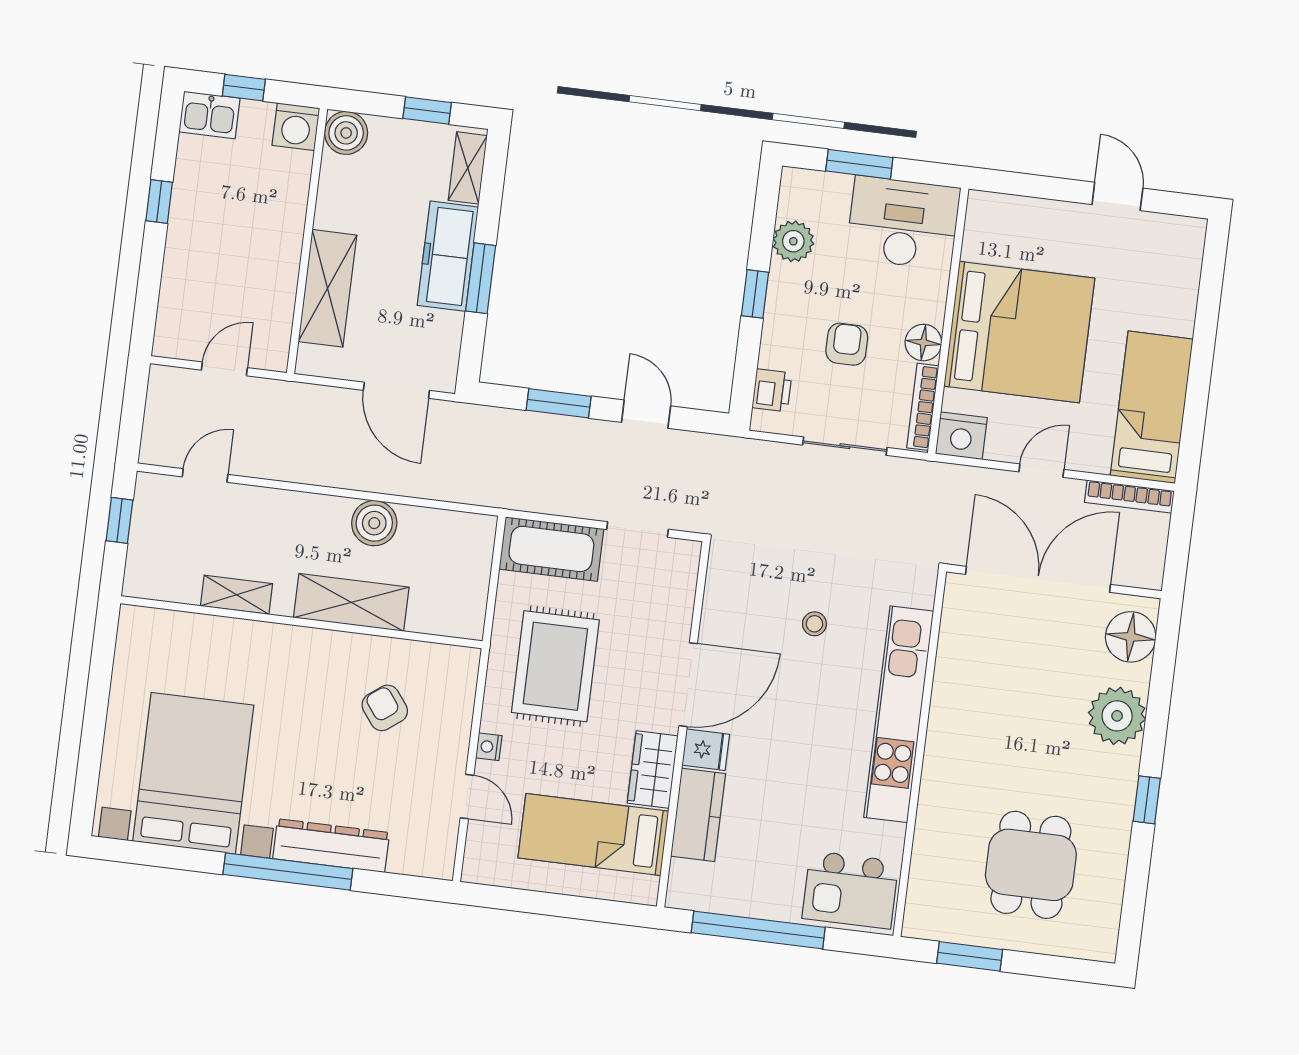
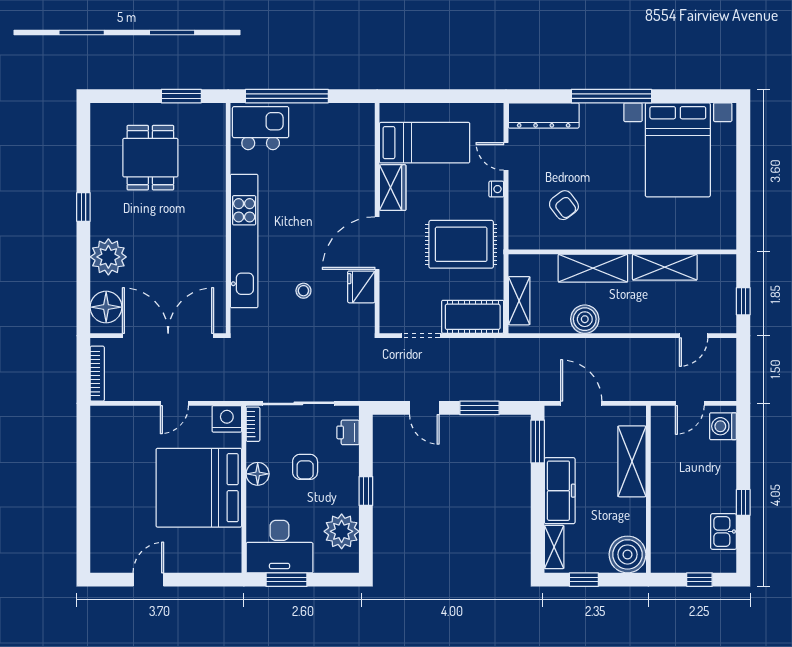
kitchen sink: (209, 115) -> (724, 531), moved, turned -90
washing machine: (296, 127) -> (723, 426), moved, turned -90
boiler: (346, 133) -> (627, 554), width x1.37, depth x1.37
window: (859, 164) -> (287, 580), moved
door: (1117, 196) -> (148, 580), swing flipped
plant: (793, 241) -> (342, 531), width x1.36, depth x1.36
window: (481, 278) -> (538, 441), moved
bookcase: (923, 407) -> (253, 424), width x0.64
bed: (1152, 407) -> (111, 451), removed
sliding door: (845, 446) -> (298, 403), width x1.37
bookcase: (1129, 497) -> (97, 374), moved, turned 90
shelving: (475, 565) -> (519, 301), added
double door: (1038, 579) -> (168, 336), swing flipped
shelving: (236, 595) -> (665, 267), width x1.50, depth x1.33
rug: (555, 666) -> (461, 244), turned 90
fridge: (706, 750) -> (361, 287), moved, width x1.38
kitchen counter: (698, 815) -> (361, 163), removed
dresser: (331, 846) -> (544, 115), moved
window: (758, 930) -> (287, 96), moved

